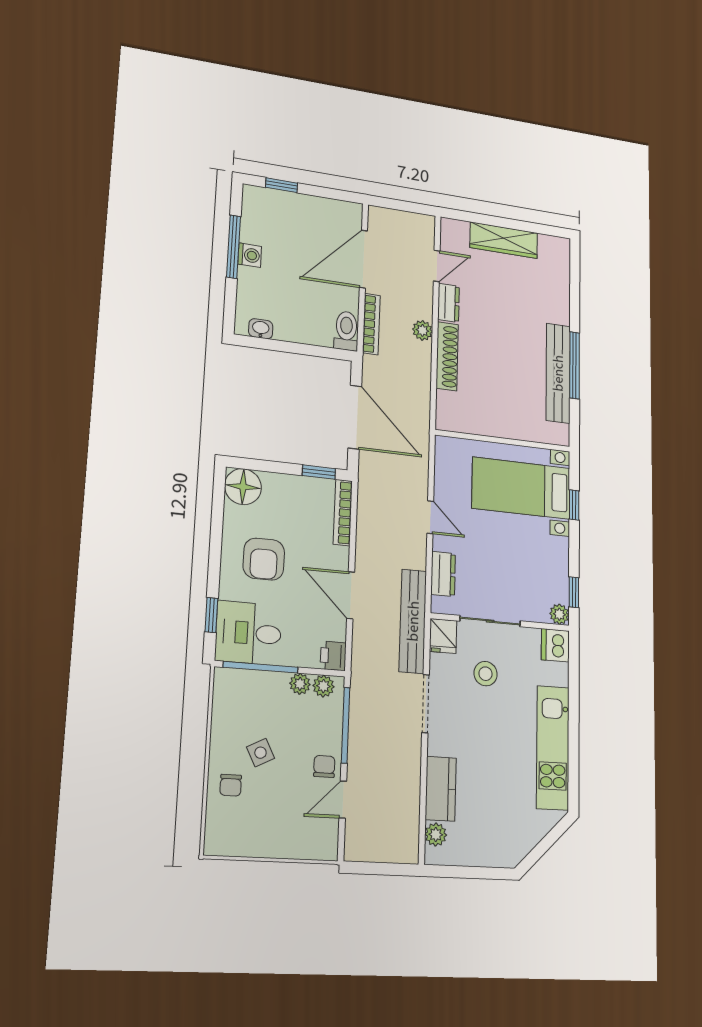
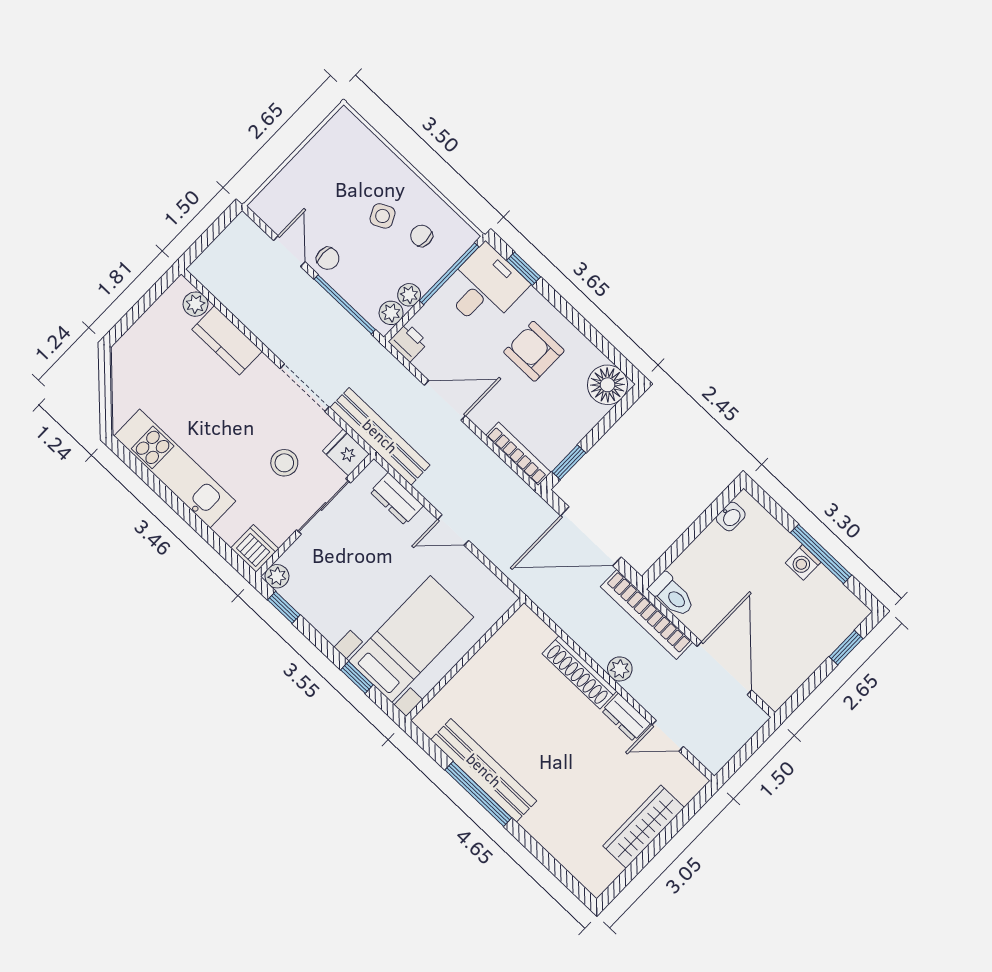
door: (437, 266) -> (668, 736), hinge flipped
bookcase: (371, 324) -> (647, 614), width x1.48, depth x1.31
chair: (231, 785) -> (422, 236), moved

